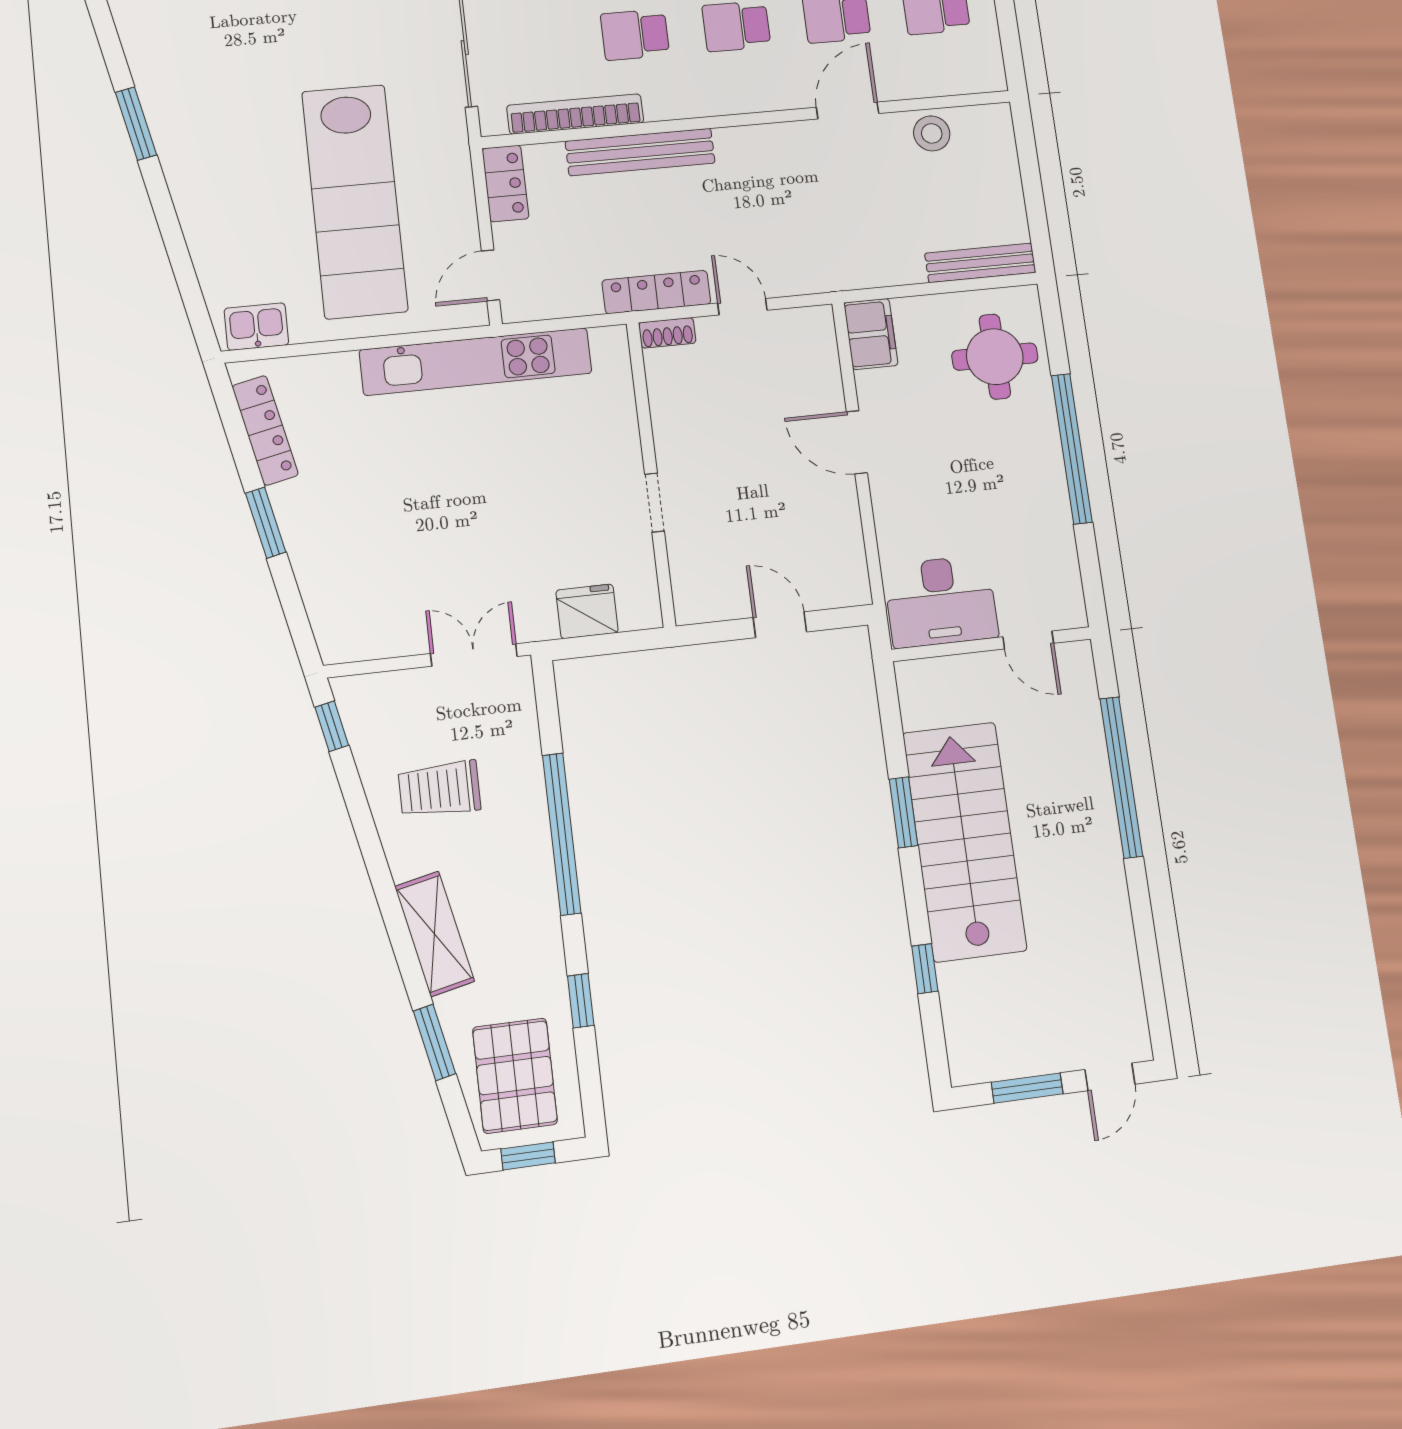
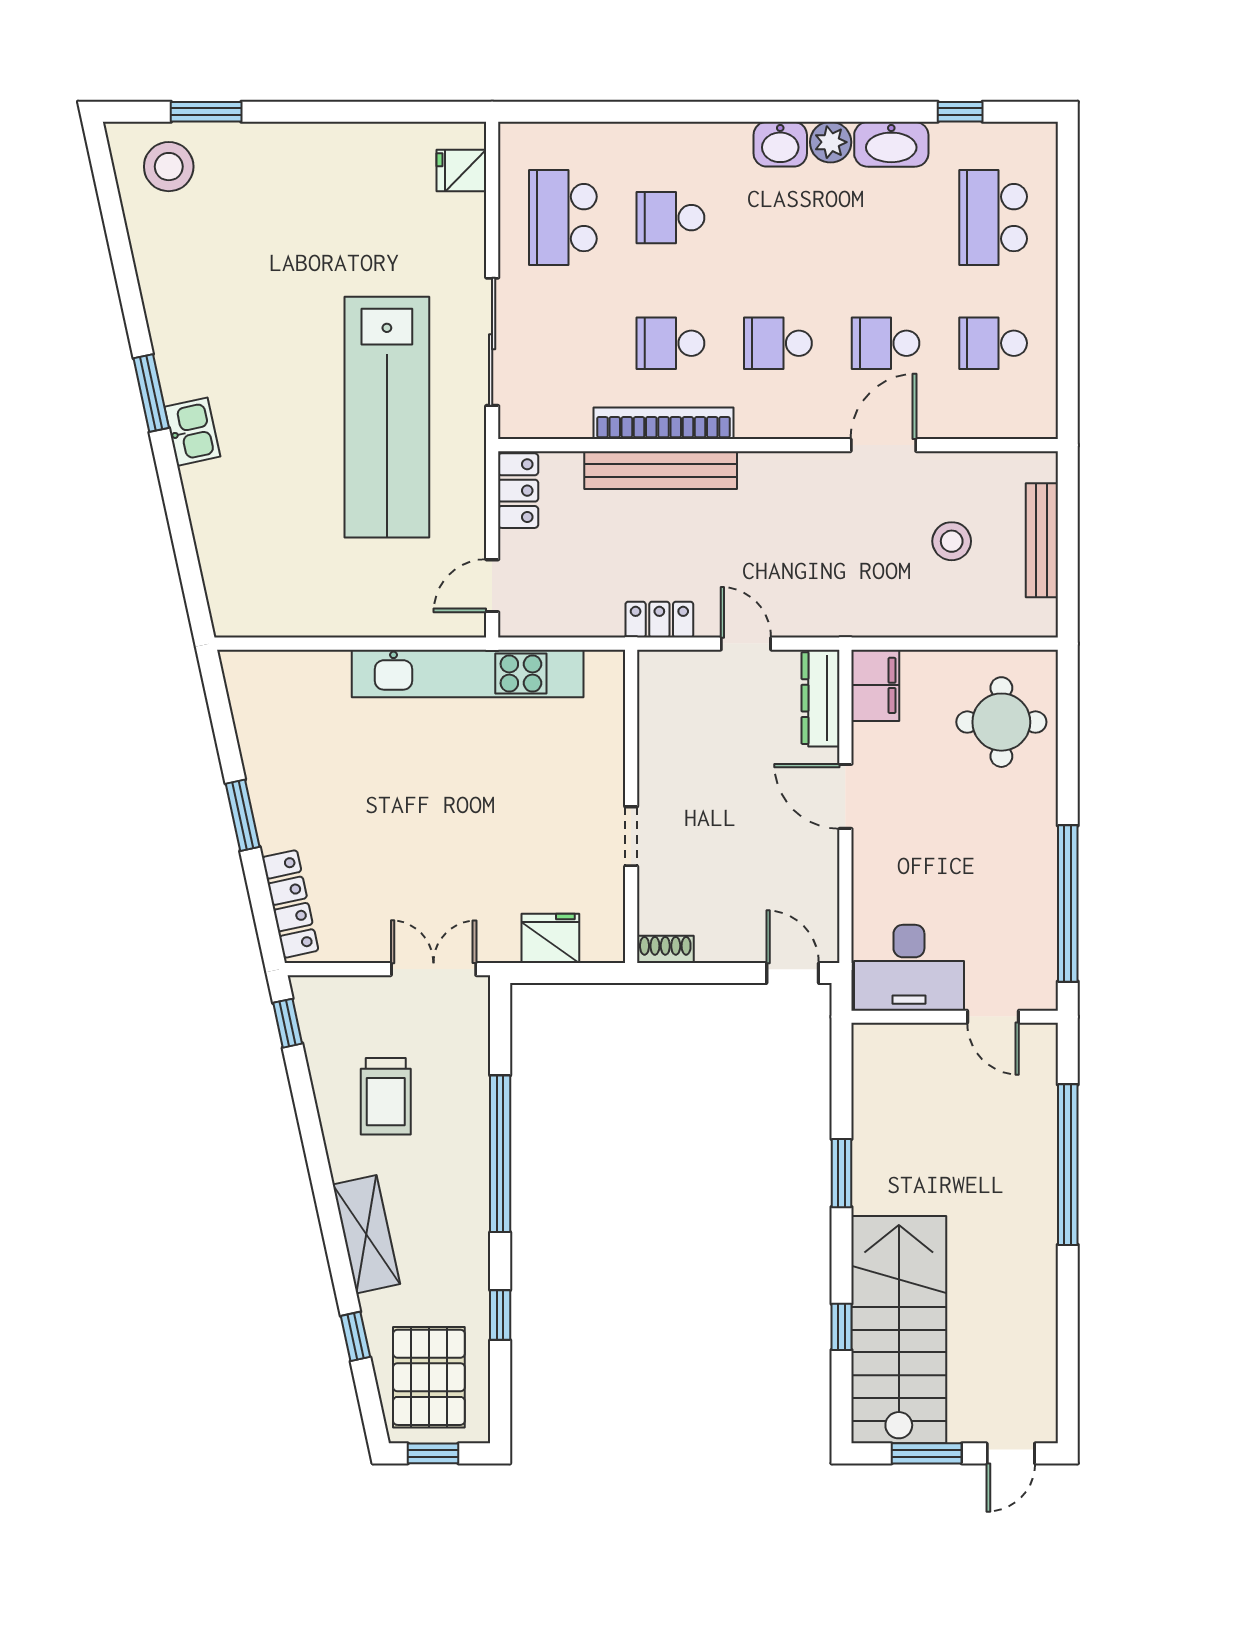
bookcase: (575, 114) -> (663, 423), moved
stool: (932, 133) -> (952, 541), moved
lab bench: (355, 201) -> (387, 417), moved
bench: (980, 263) -> (1042, 540), moved, turned 90
locker: (656, 292) -> (659, 620), width x0.66
kitchen sink: (256, 327) -> (192, 432), moved, turned 78
shoe rack: (667, 333) -> (665, 949), moved, turned 180
dresser: (820, 351) -> (820, 698), added
locker: (265, 430) -> (290, 904), moved
window: (1072, 449) -> (1068, 904), moved
door: (780, 625) -> (793, 973), moved
trolley: (439, 789) -> (386, 1096), turned -90
stairs: (964, 841) -> (899, 1330), moved
window: (434, 1042) -> (355, 1336), width x0.67

